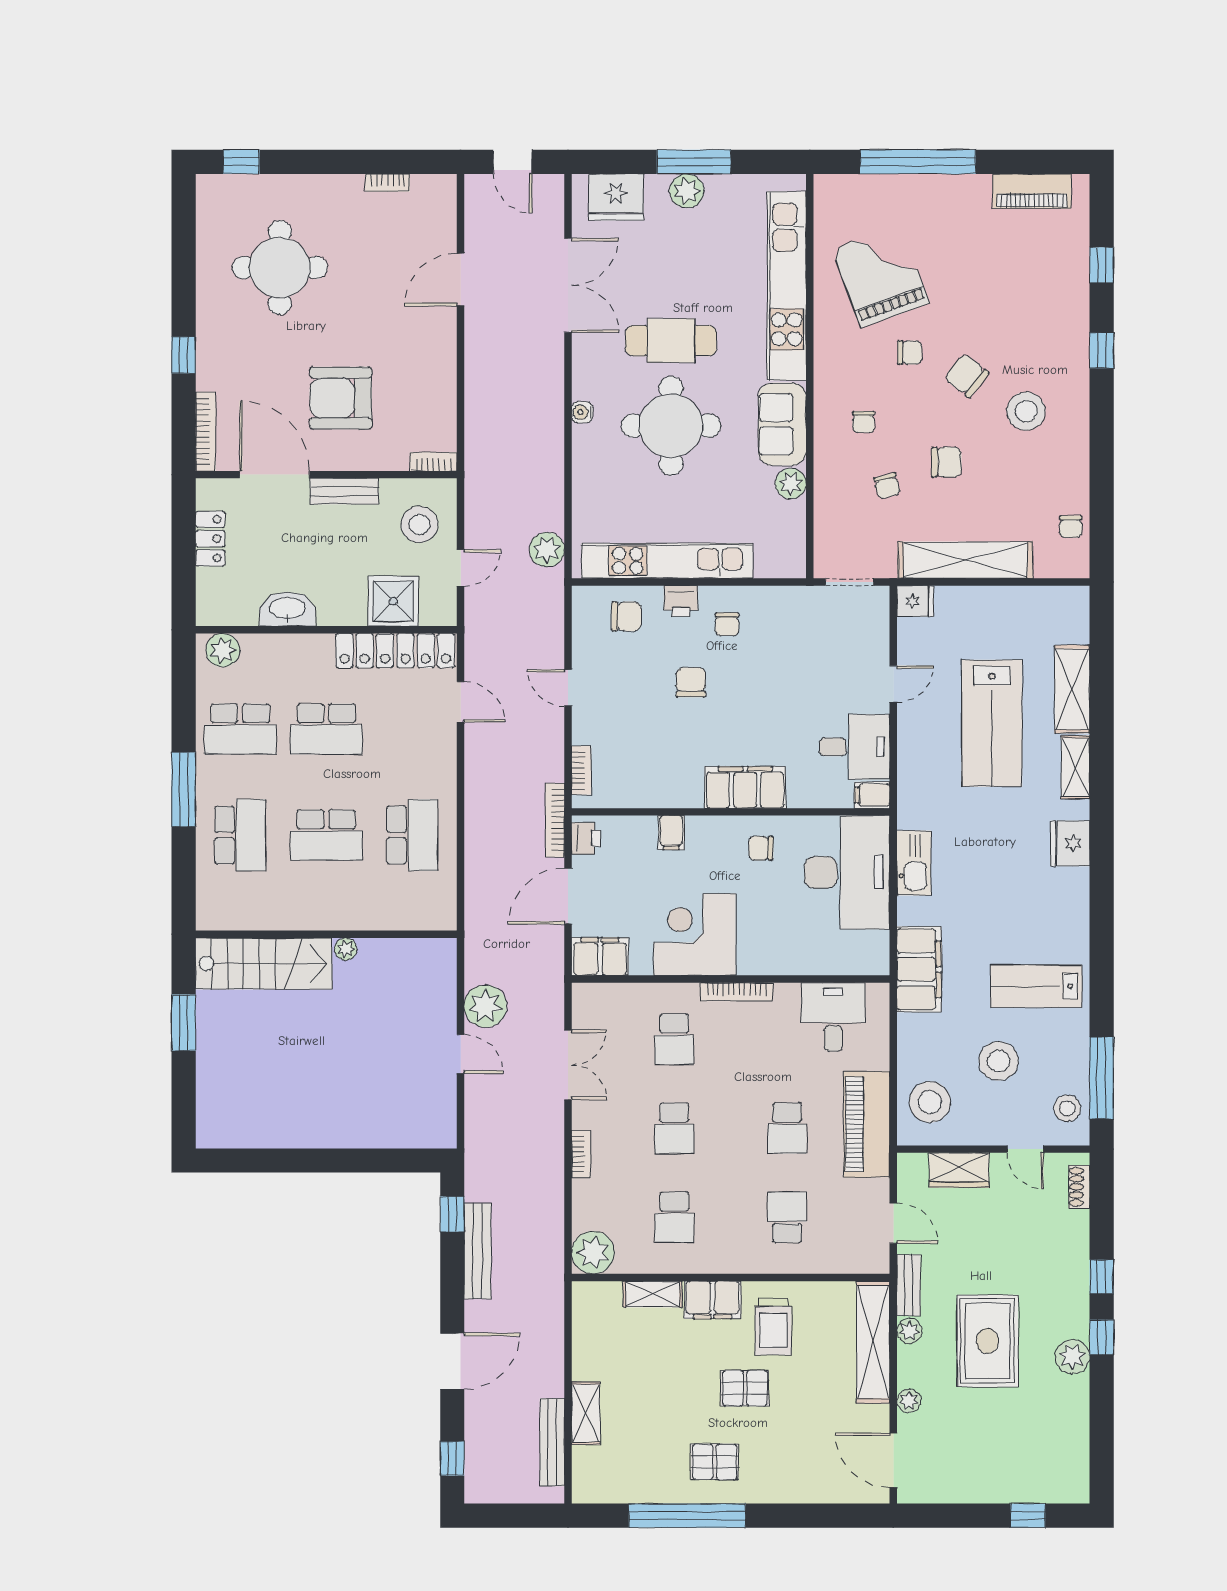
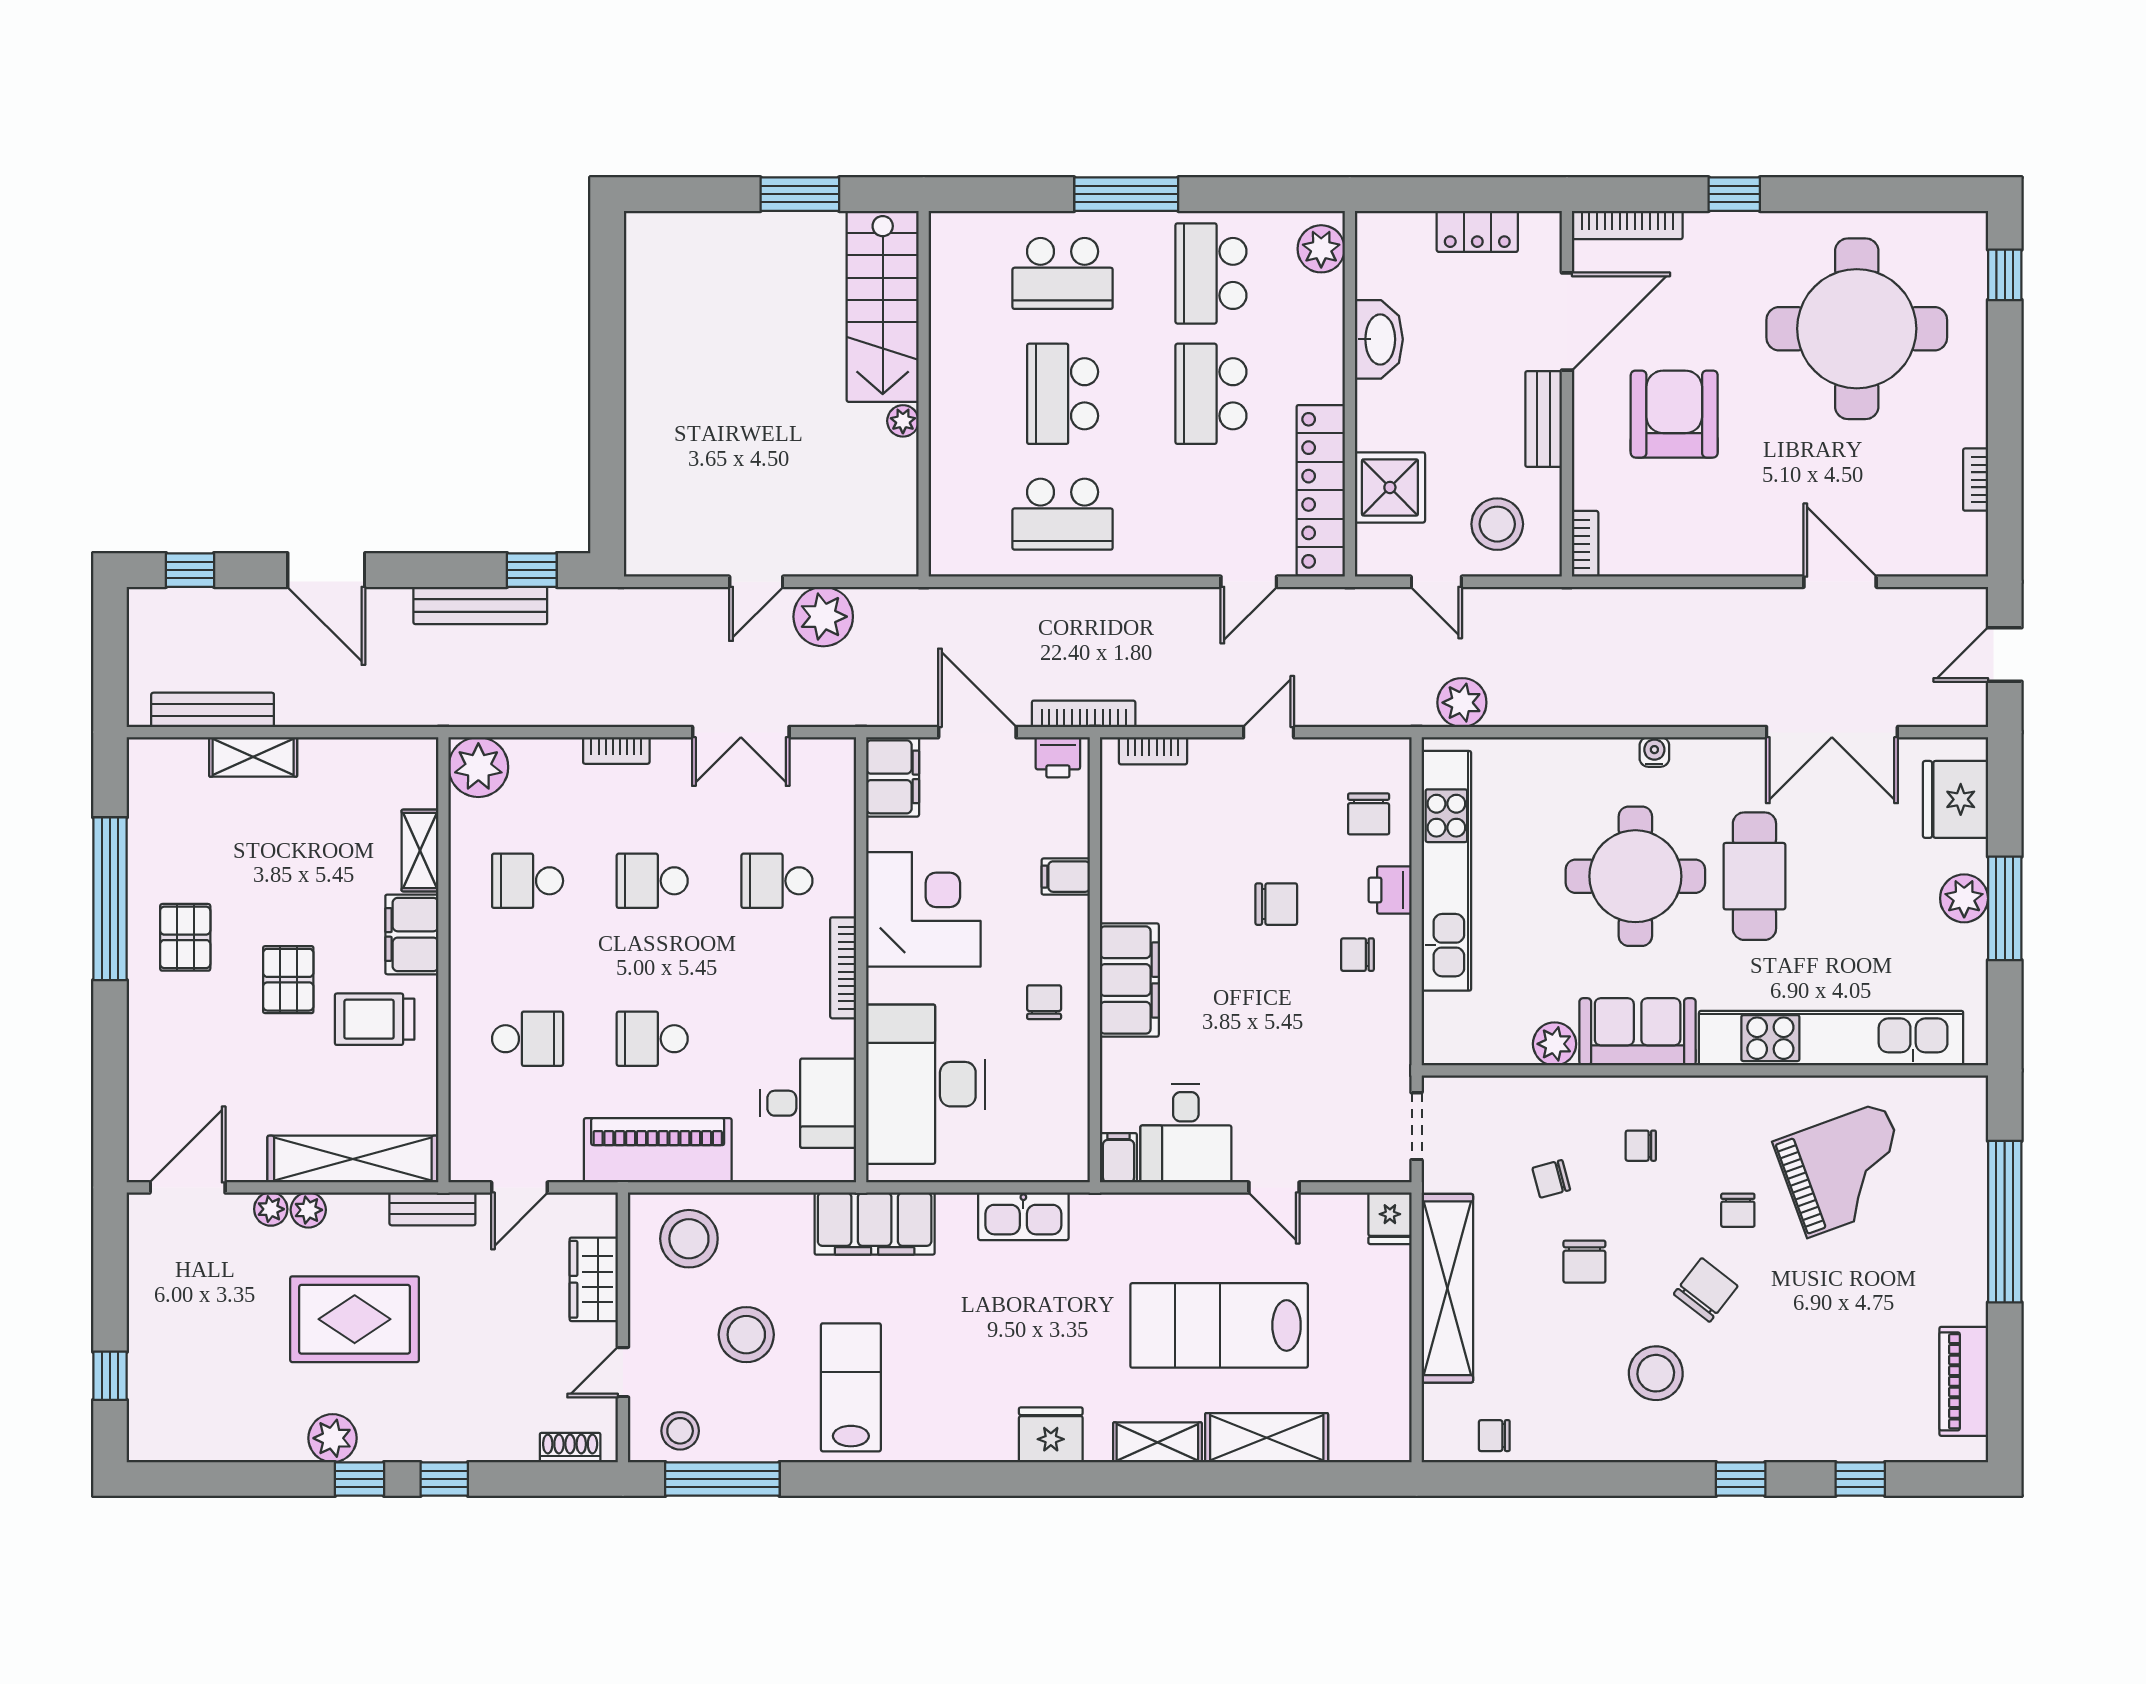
round table: (280, 268) -> (1857, 329), width x1.36, depth x1.36
desk: (847, 872) -> (926, 1084), moved, turned 90
plant: (909, 1331) -> (308, 1210), moved

